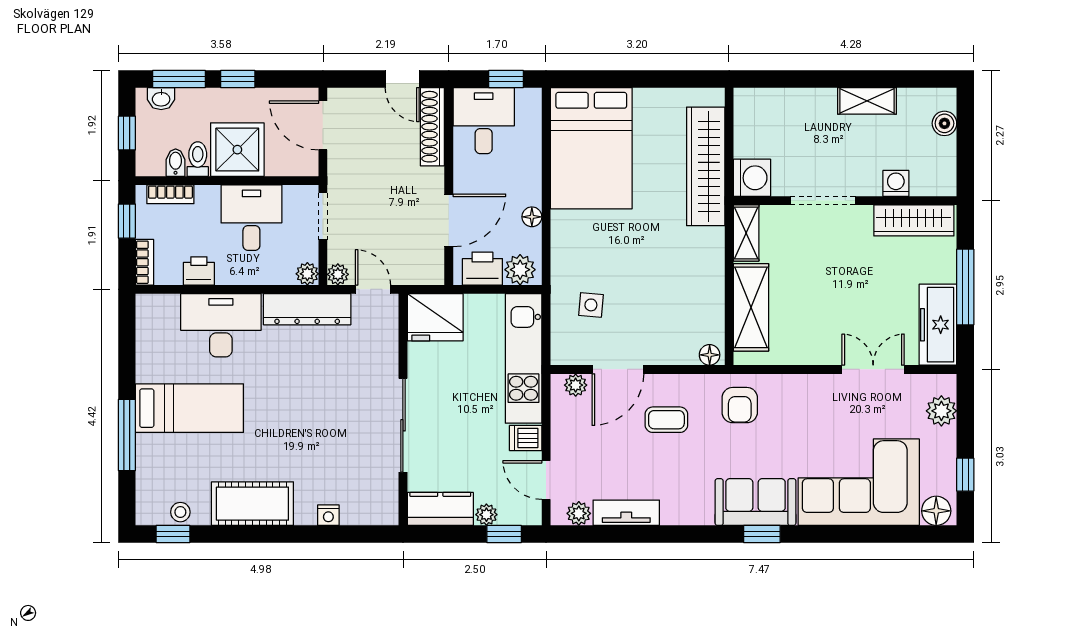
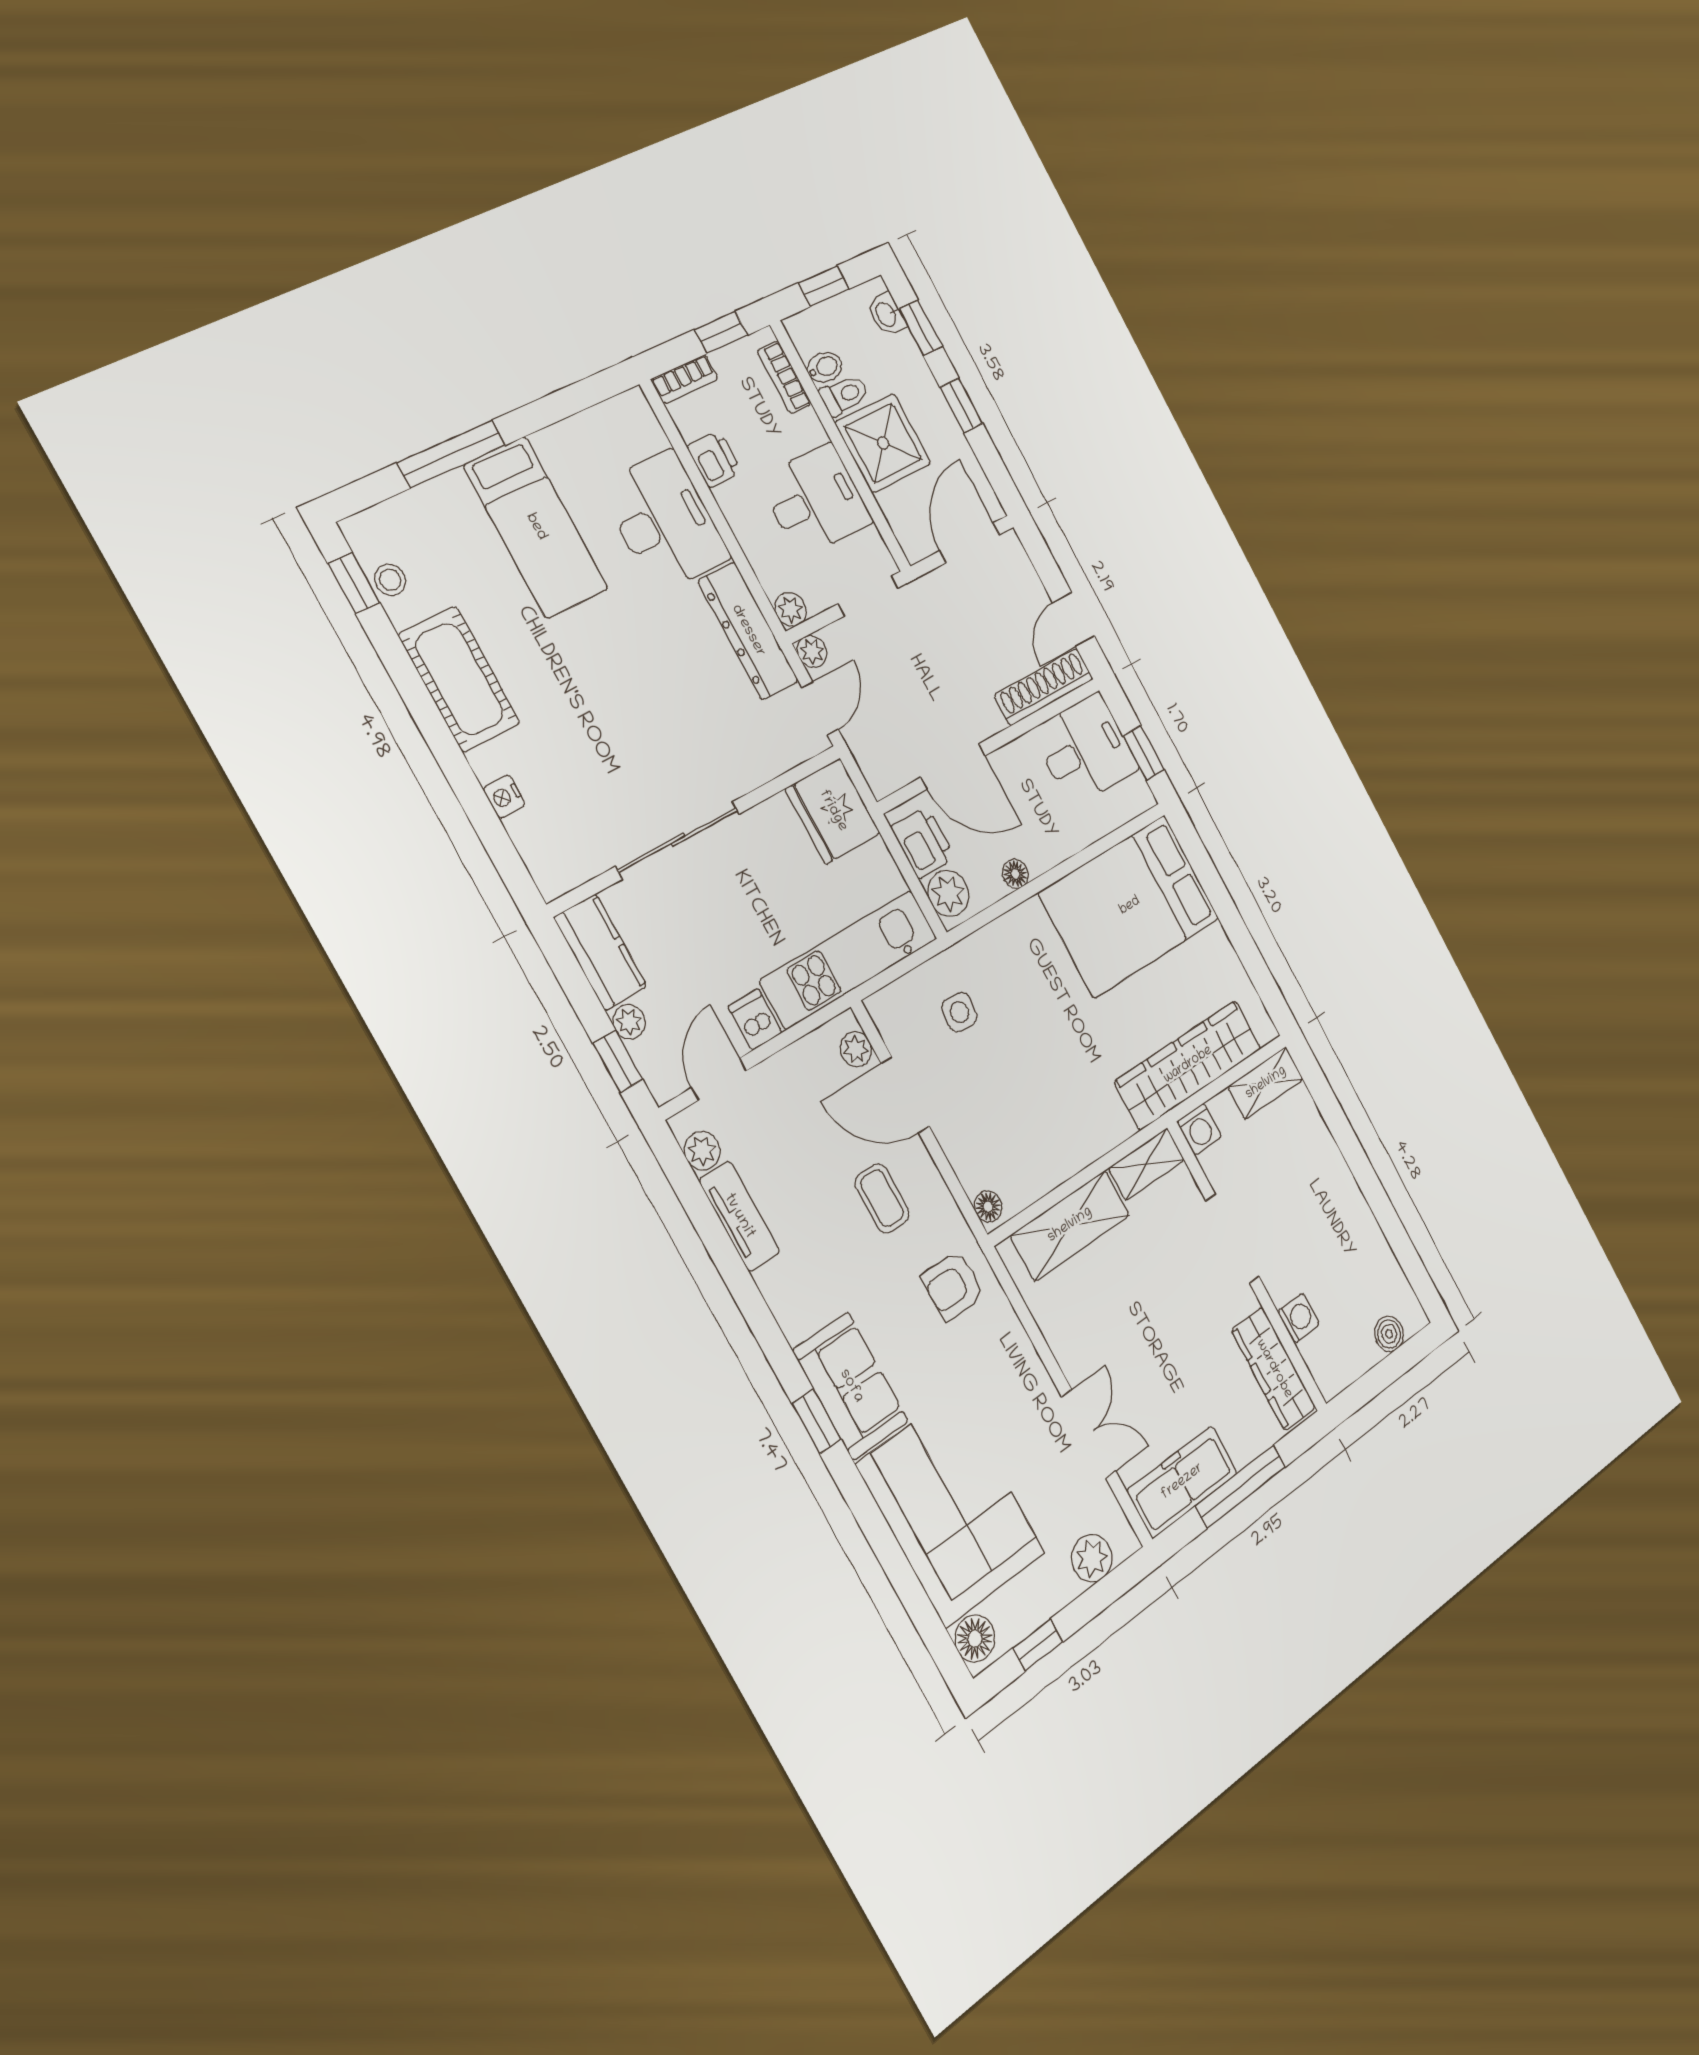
window: (179, 79) -> (921, 328), width x0.67
shelving: (867, 101) -> (1266, 1083), moved, turned 90
washing machine: (752, 178) -> (1199, 1129), width x0.73, depth x0.73

